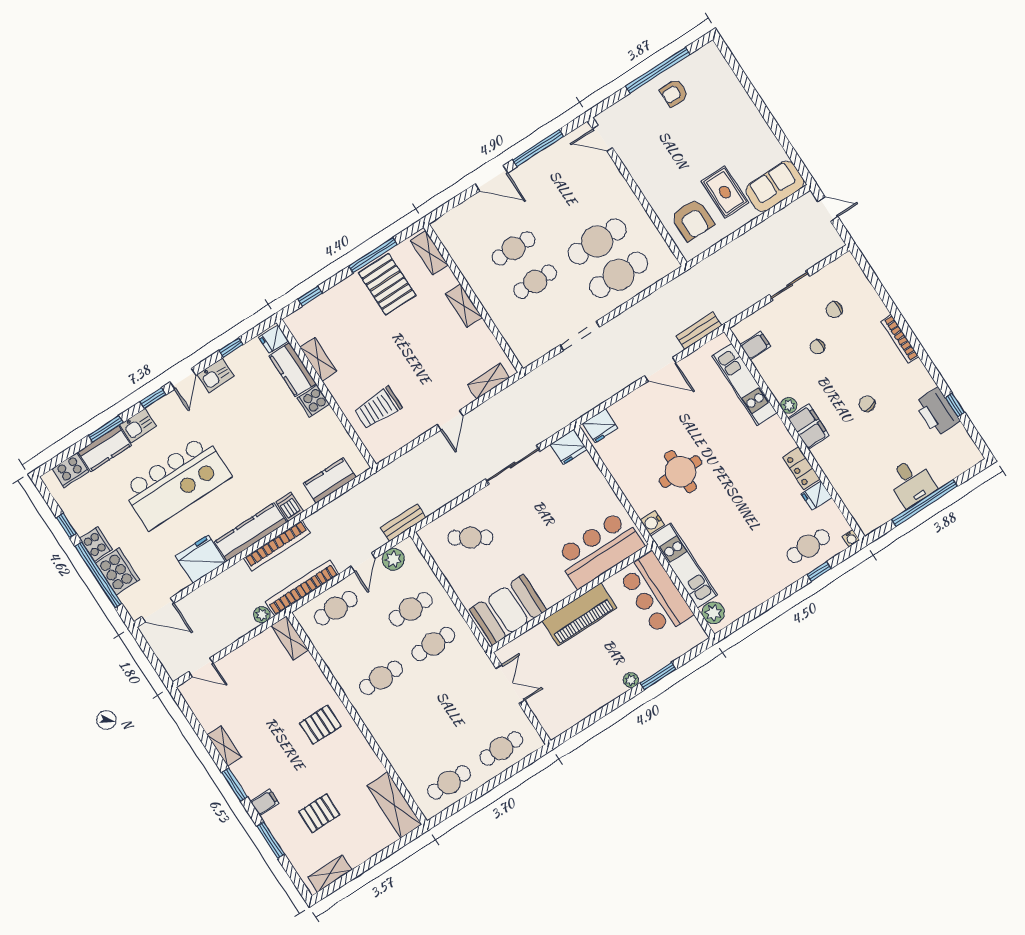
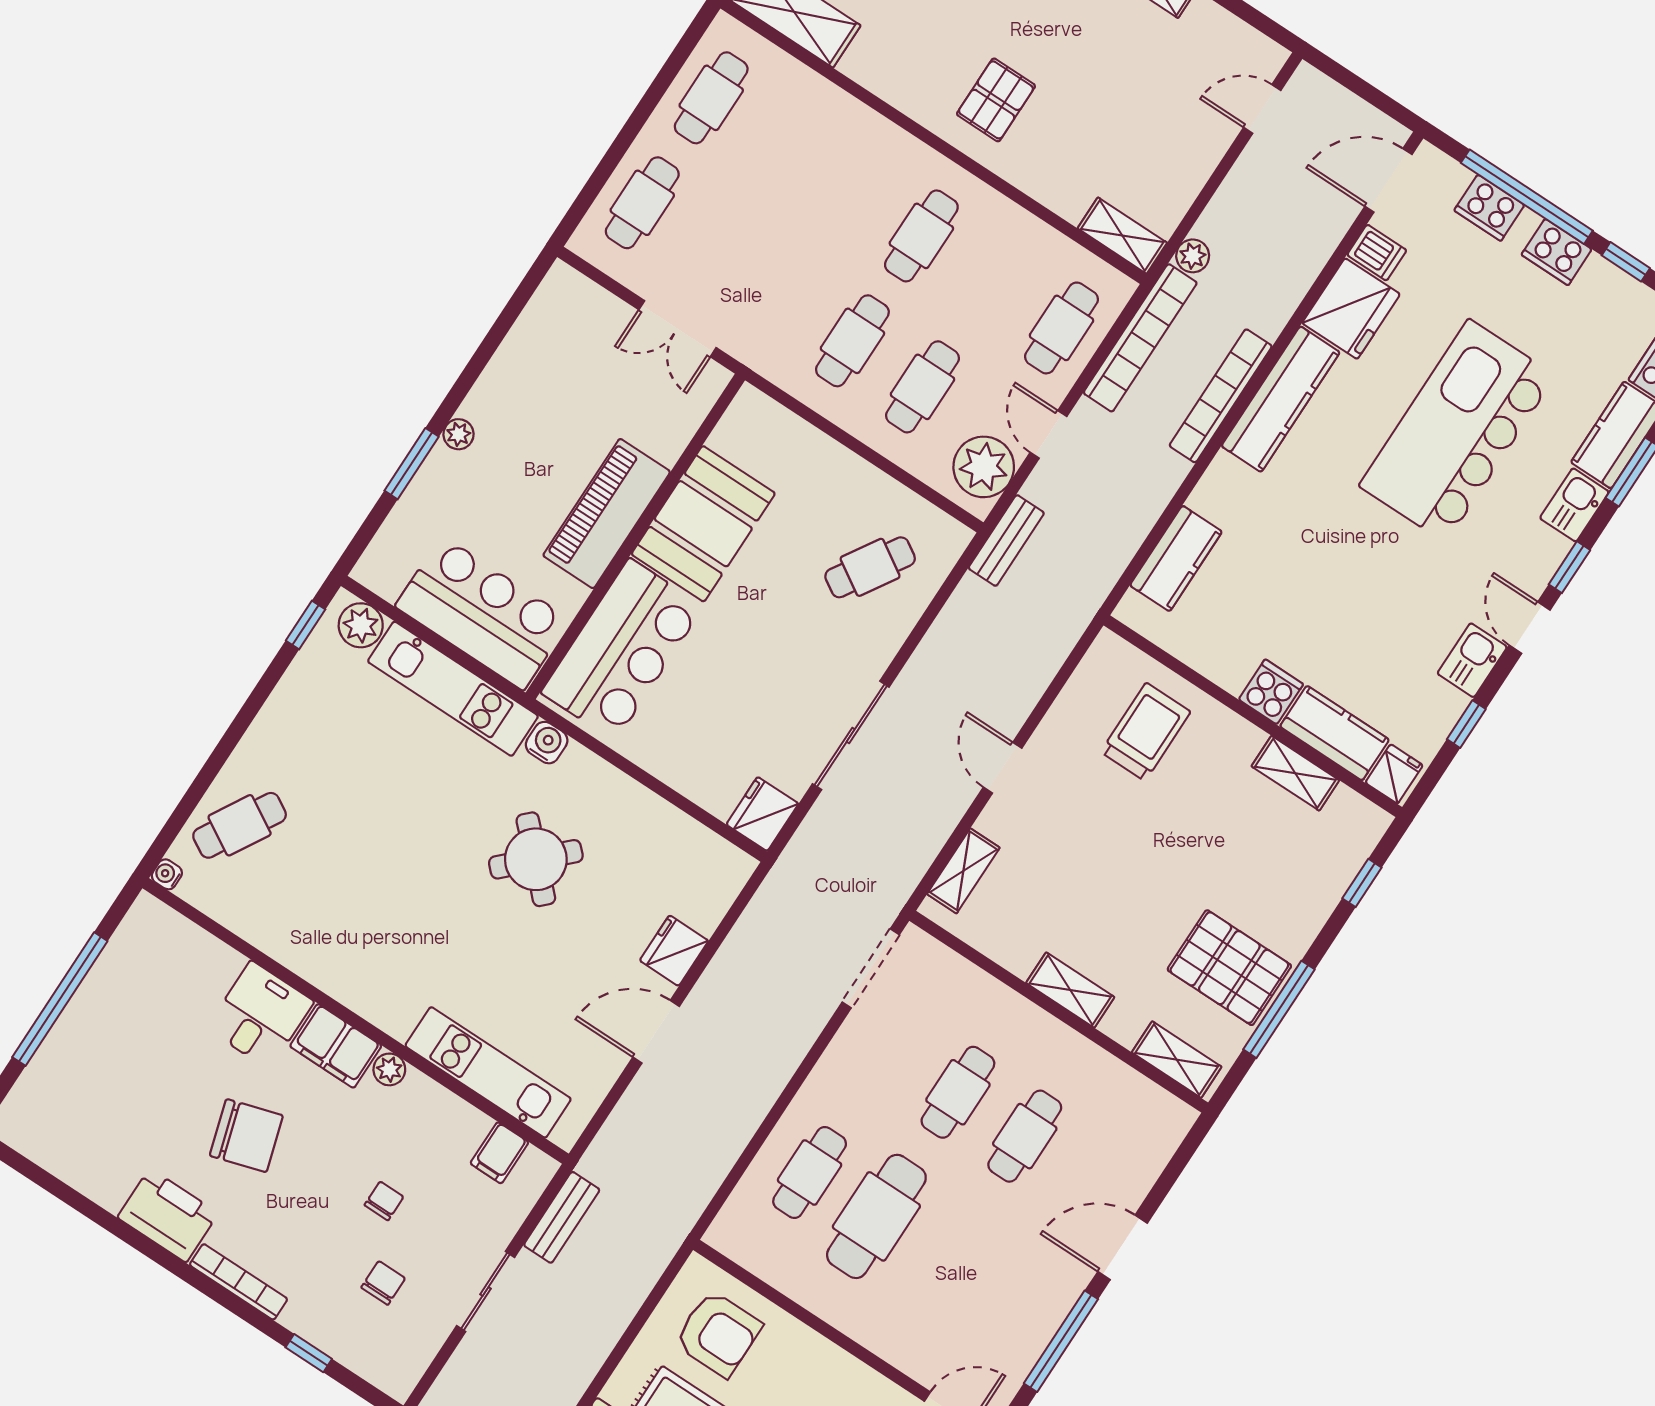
armchair: (692, 220) -> (718, 1334), turned 180
cafe table: (619, 275) -> (810, 1173), width x0.73, depth x0.74
bench: (699, 331) -> (562, 1217), moved
doorway: (580, 336) -> (871, 968), moved
chair: (867, 404) -> (246, 1136), width x1.87, depth x1.87
window: (955, 405) -> (309, 1353), moved
printer: (937, 412) -> (168, 1215), moved
fridge: (600, 426) -> (674, 951), moved
locker: (801, 468) -> (315, 963), removed
round table: (680, 472) -> (536, 859), turned 45
desk: (911, 482) -> (260, 1015), moved, turned 90
fridge: (817, 496) -> (265, 925), removed
dishwasher: (289, 507) -> (1377, 253), moved
cafe table: (808, 546) -> (240, 825), turned 30
plant: (393, 559) -> (984, 467), width x1.36, depth x1.36
cooker: (118, 571) -> (1489, 208), width x0.73, depth x0.76
window: (819, 571) -> (306, 625), moved
booth: (508, 610) -> (703, 524), moved

